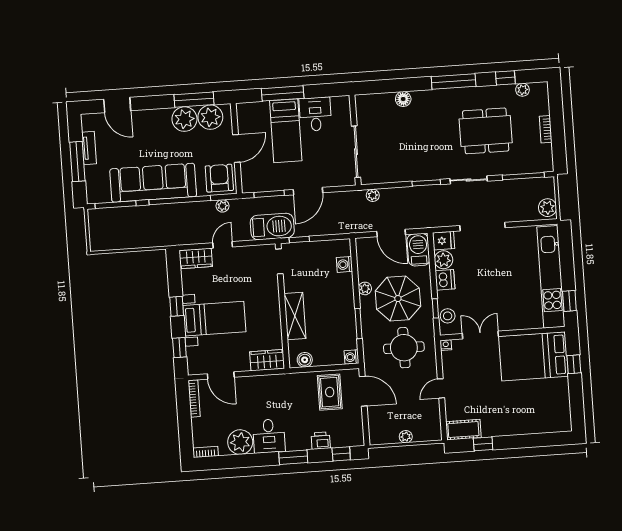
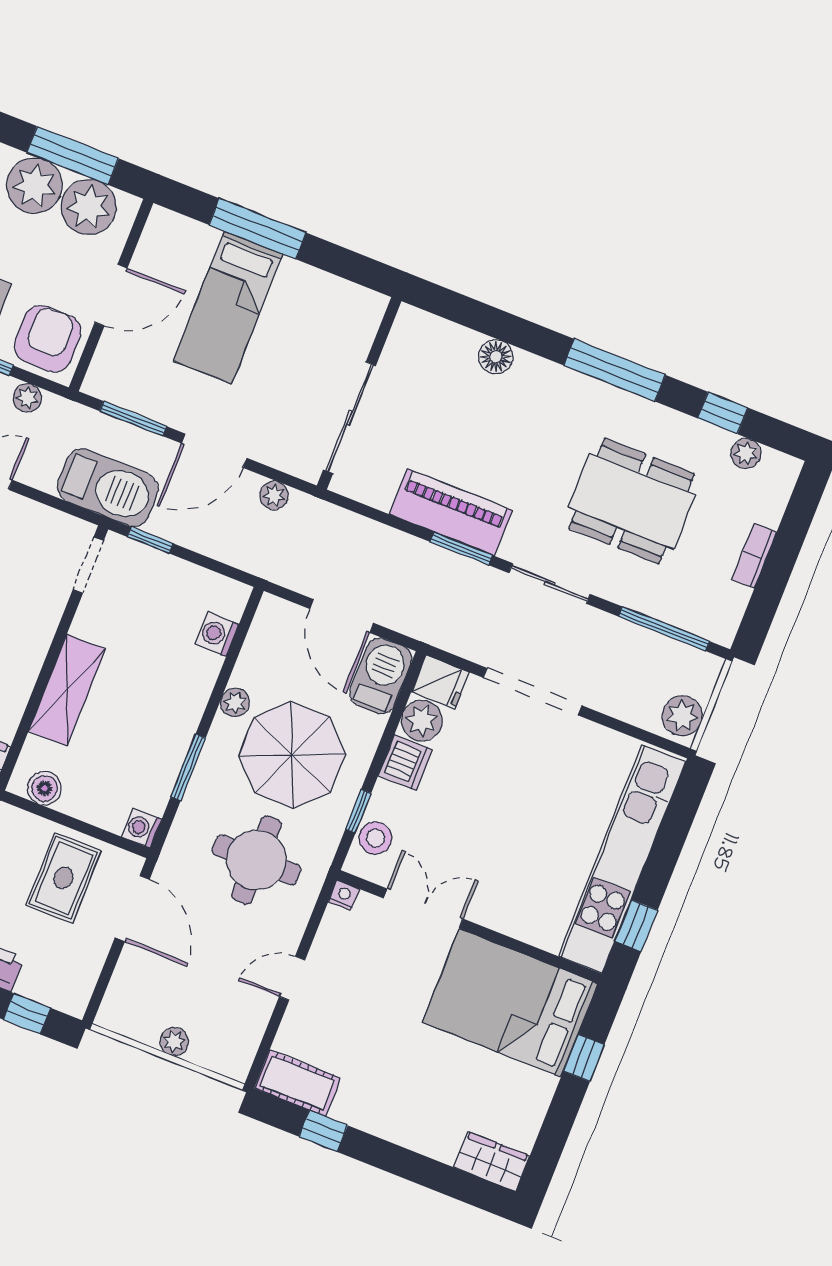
desk: (315, 114) -> (304, 302), removed
piano: (415, 170) -> (451, 512), added
plant: (373, 195) -> (274, 495), moved
wardrobe: (557, 424) -> (492, 1162), added

